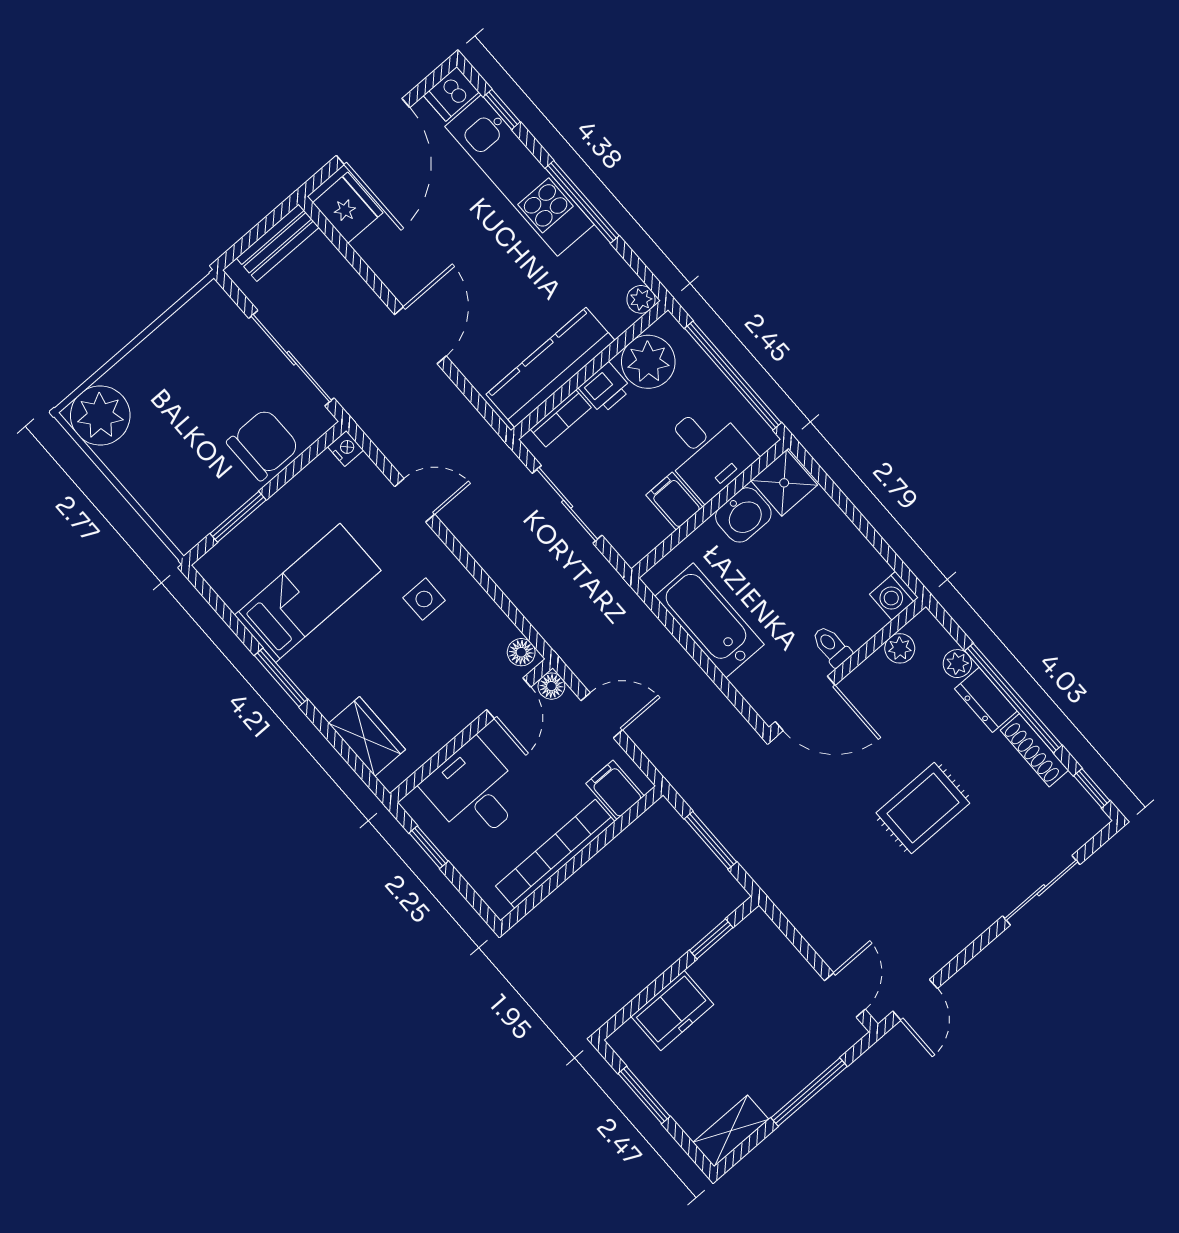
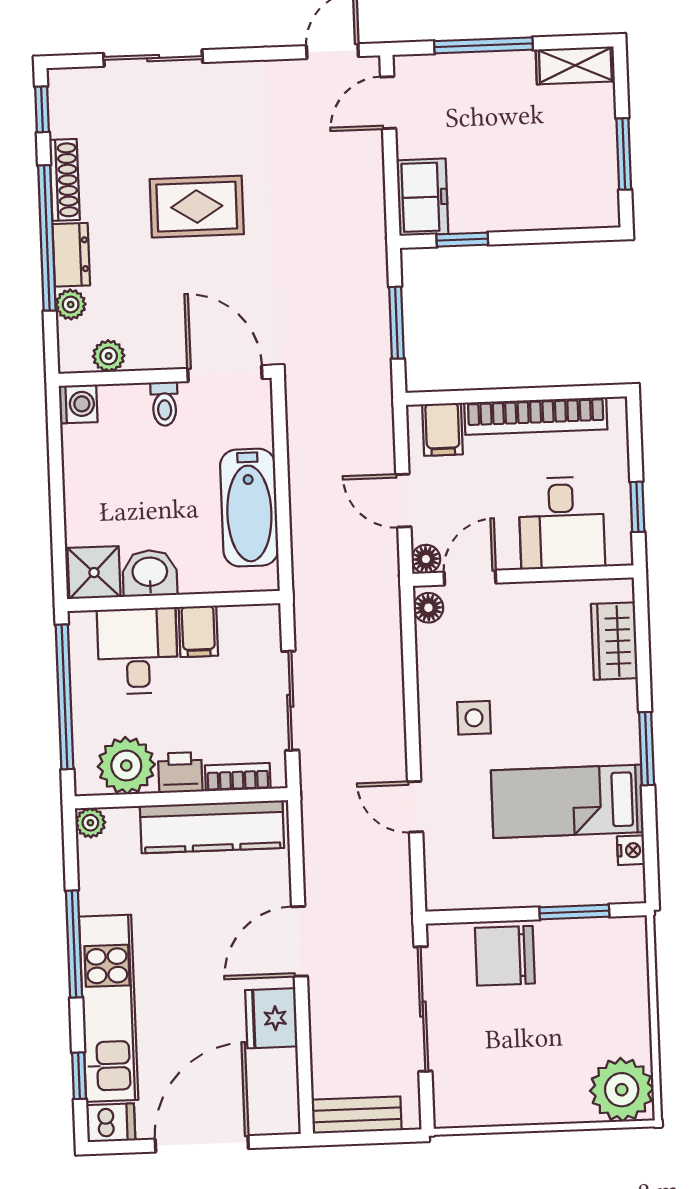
fridge: (348, 208) -> (271, 1018), moved
nightstand: (346, 448) -> (631, 850), moved, turned 180
freezer: (672, 1010) -> (422, 197), moved, turned 90

